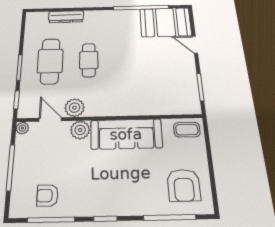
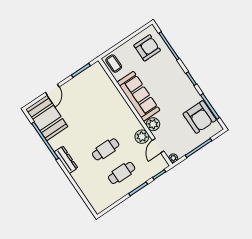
dresser: (66, 17) -> (66, 160), moved
cafe table: (50, 61) -> (122, 173), width x0.73, depth x0.74
armchair: (47, 196) -> (200, 117), width x1.88, depth x1.88

